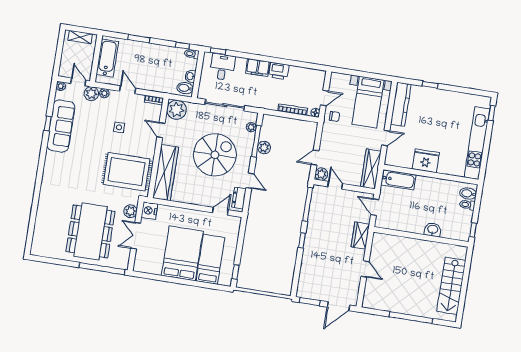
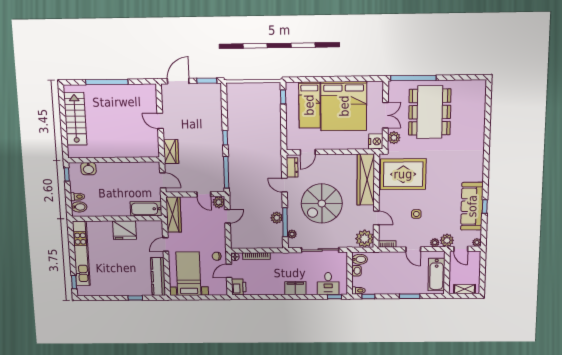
printer: (279, 71) -> (239, 287), moved, turned 90
washbasin: (433, 230) -> (88, 169), moved
bed: (182, 253) -> (344, 106), width x1.36

